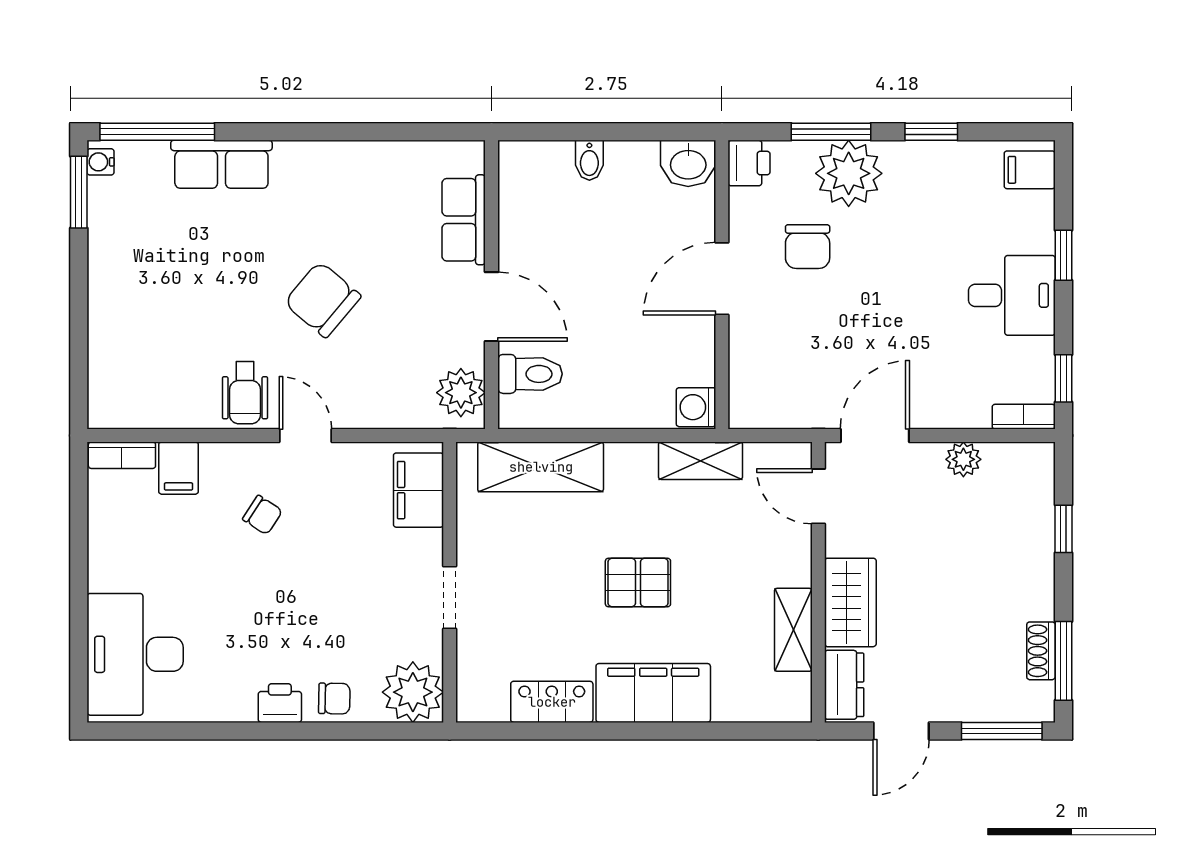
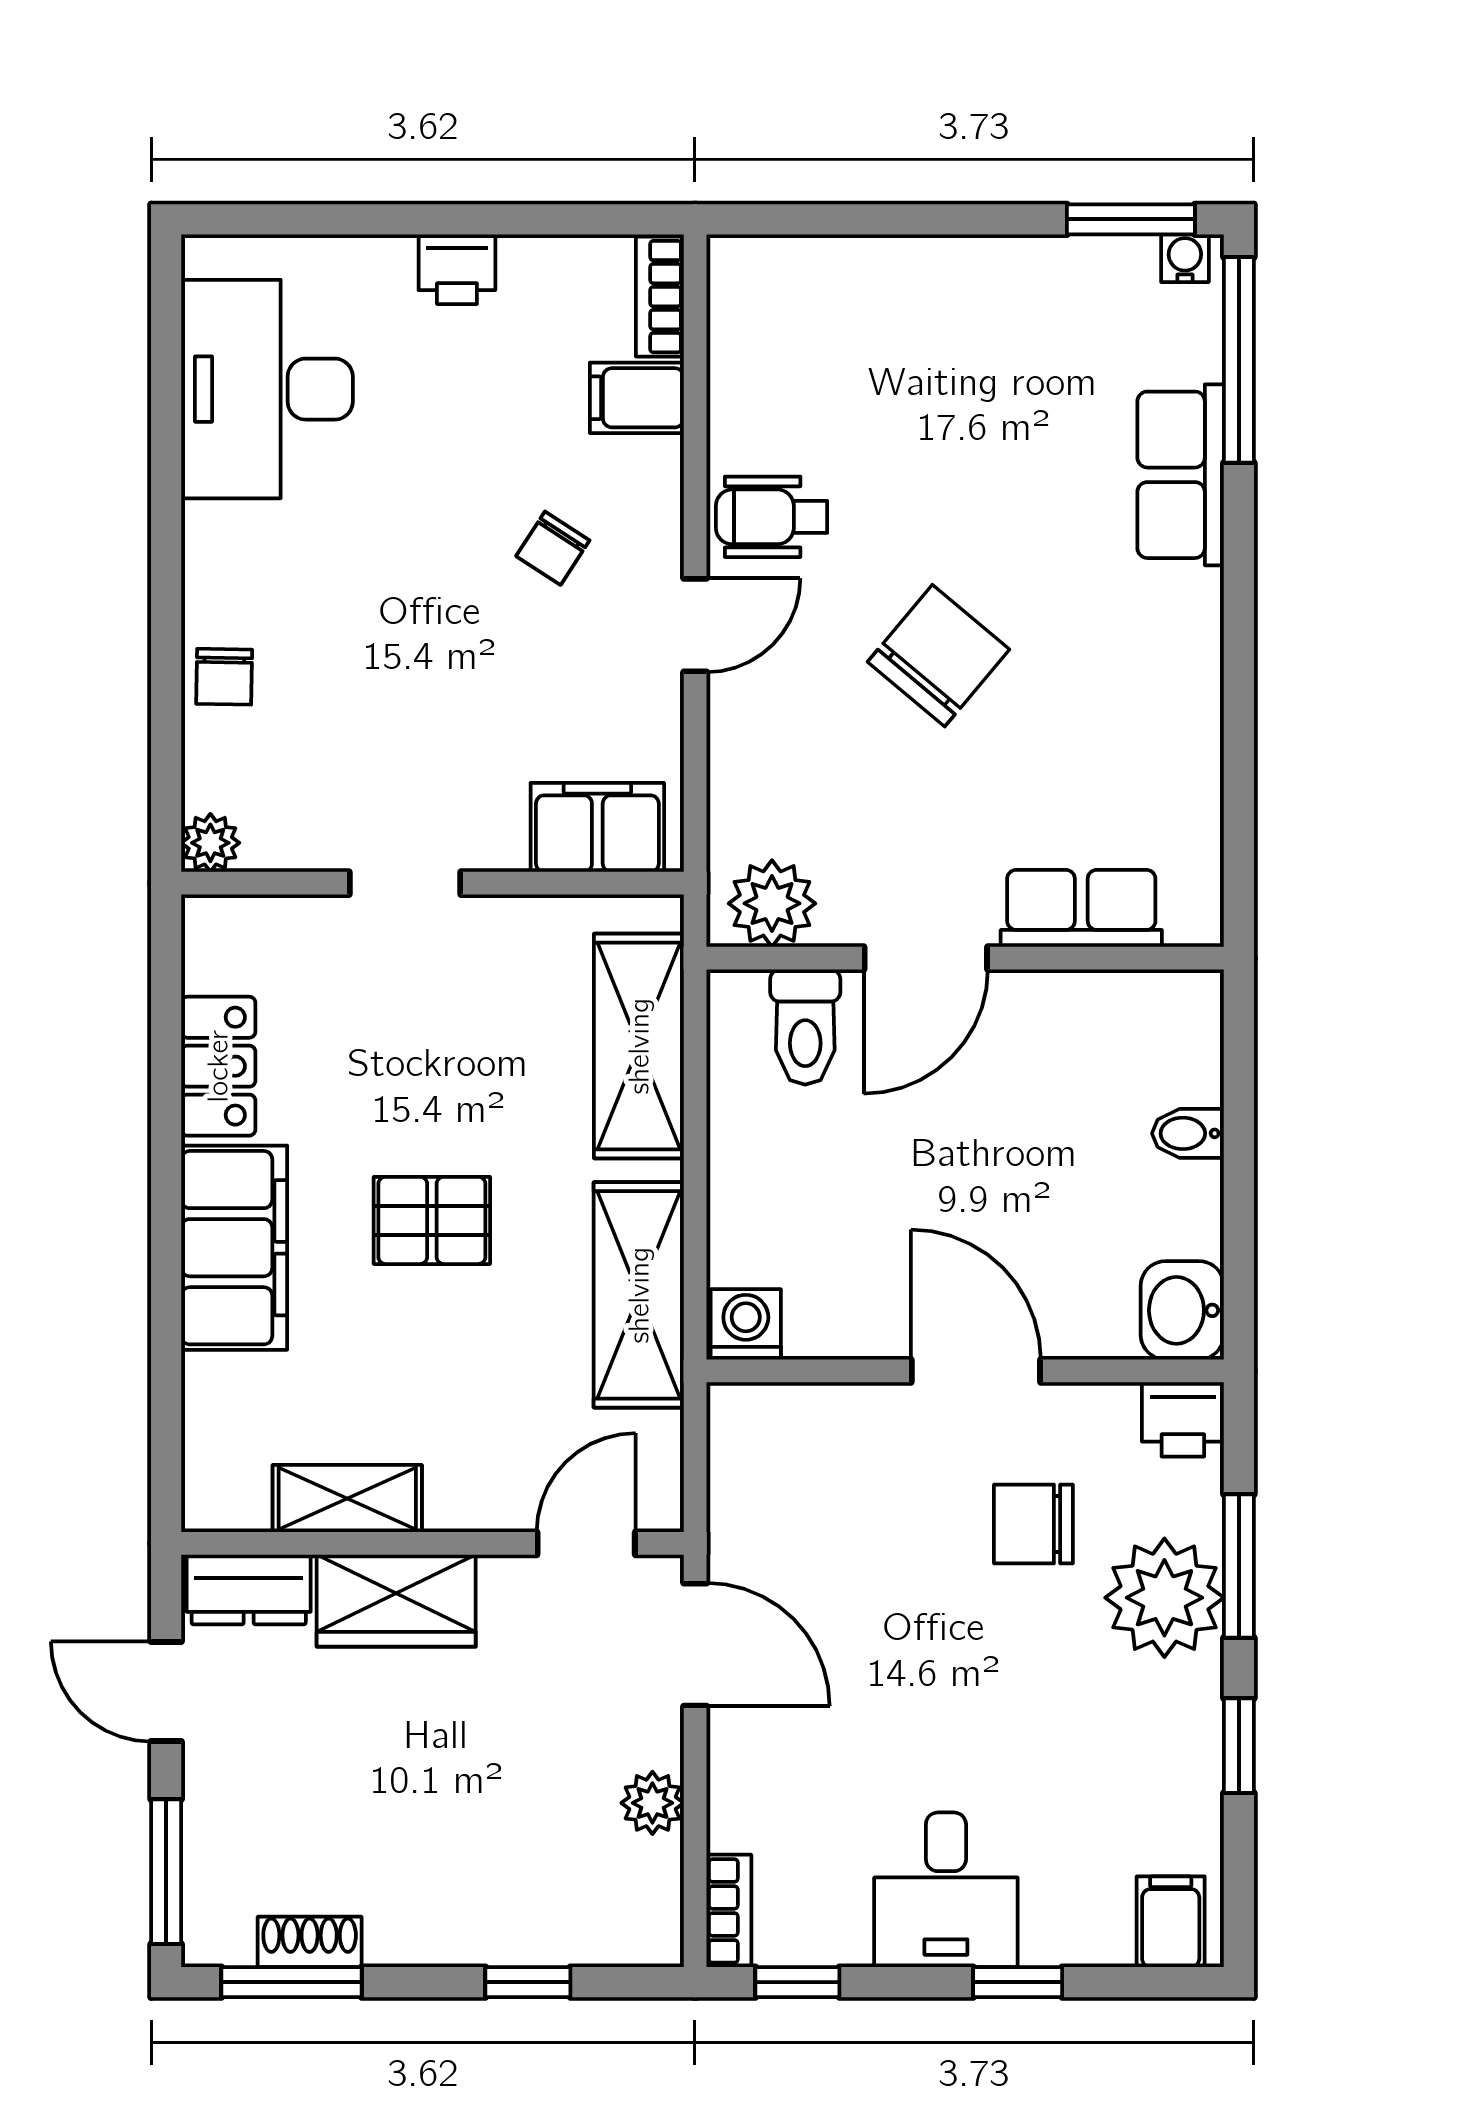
shelving: (701, 461) -> (639, 1295), width x1.50, depth x1.33
pallet: (638, 583) -> (432, 1220), turned 90
desk: (135, 654) -> (267, 389), moved, turned -90
plant: (413, 692) -> (210, 843), width x0.53, depth x0.53
printer: (280, 703) -> (457, 269), moved, turned 90

